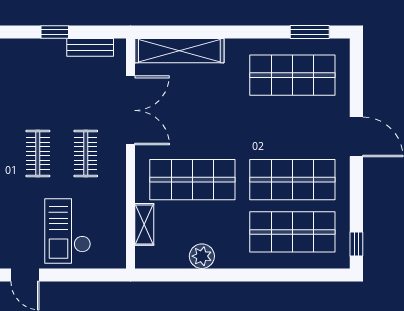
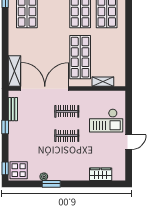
shelving: (179, 51) -> (14, 71), width x0.68
double door: (131, 110) -> (45, 89), width x1.36
plant: (202, 256) -> (119, 52), removed

